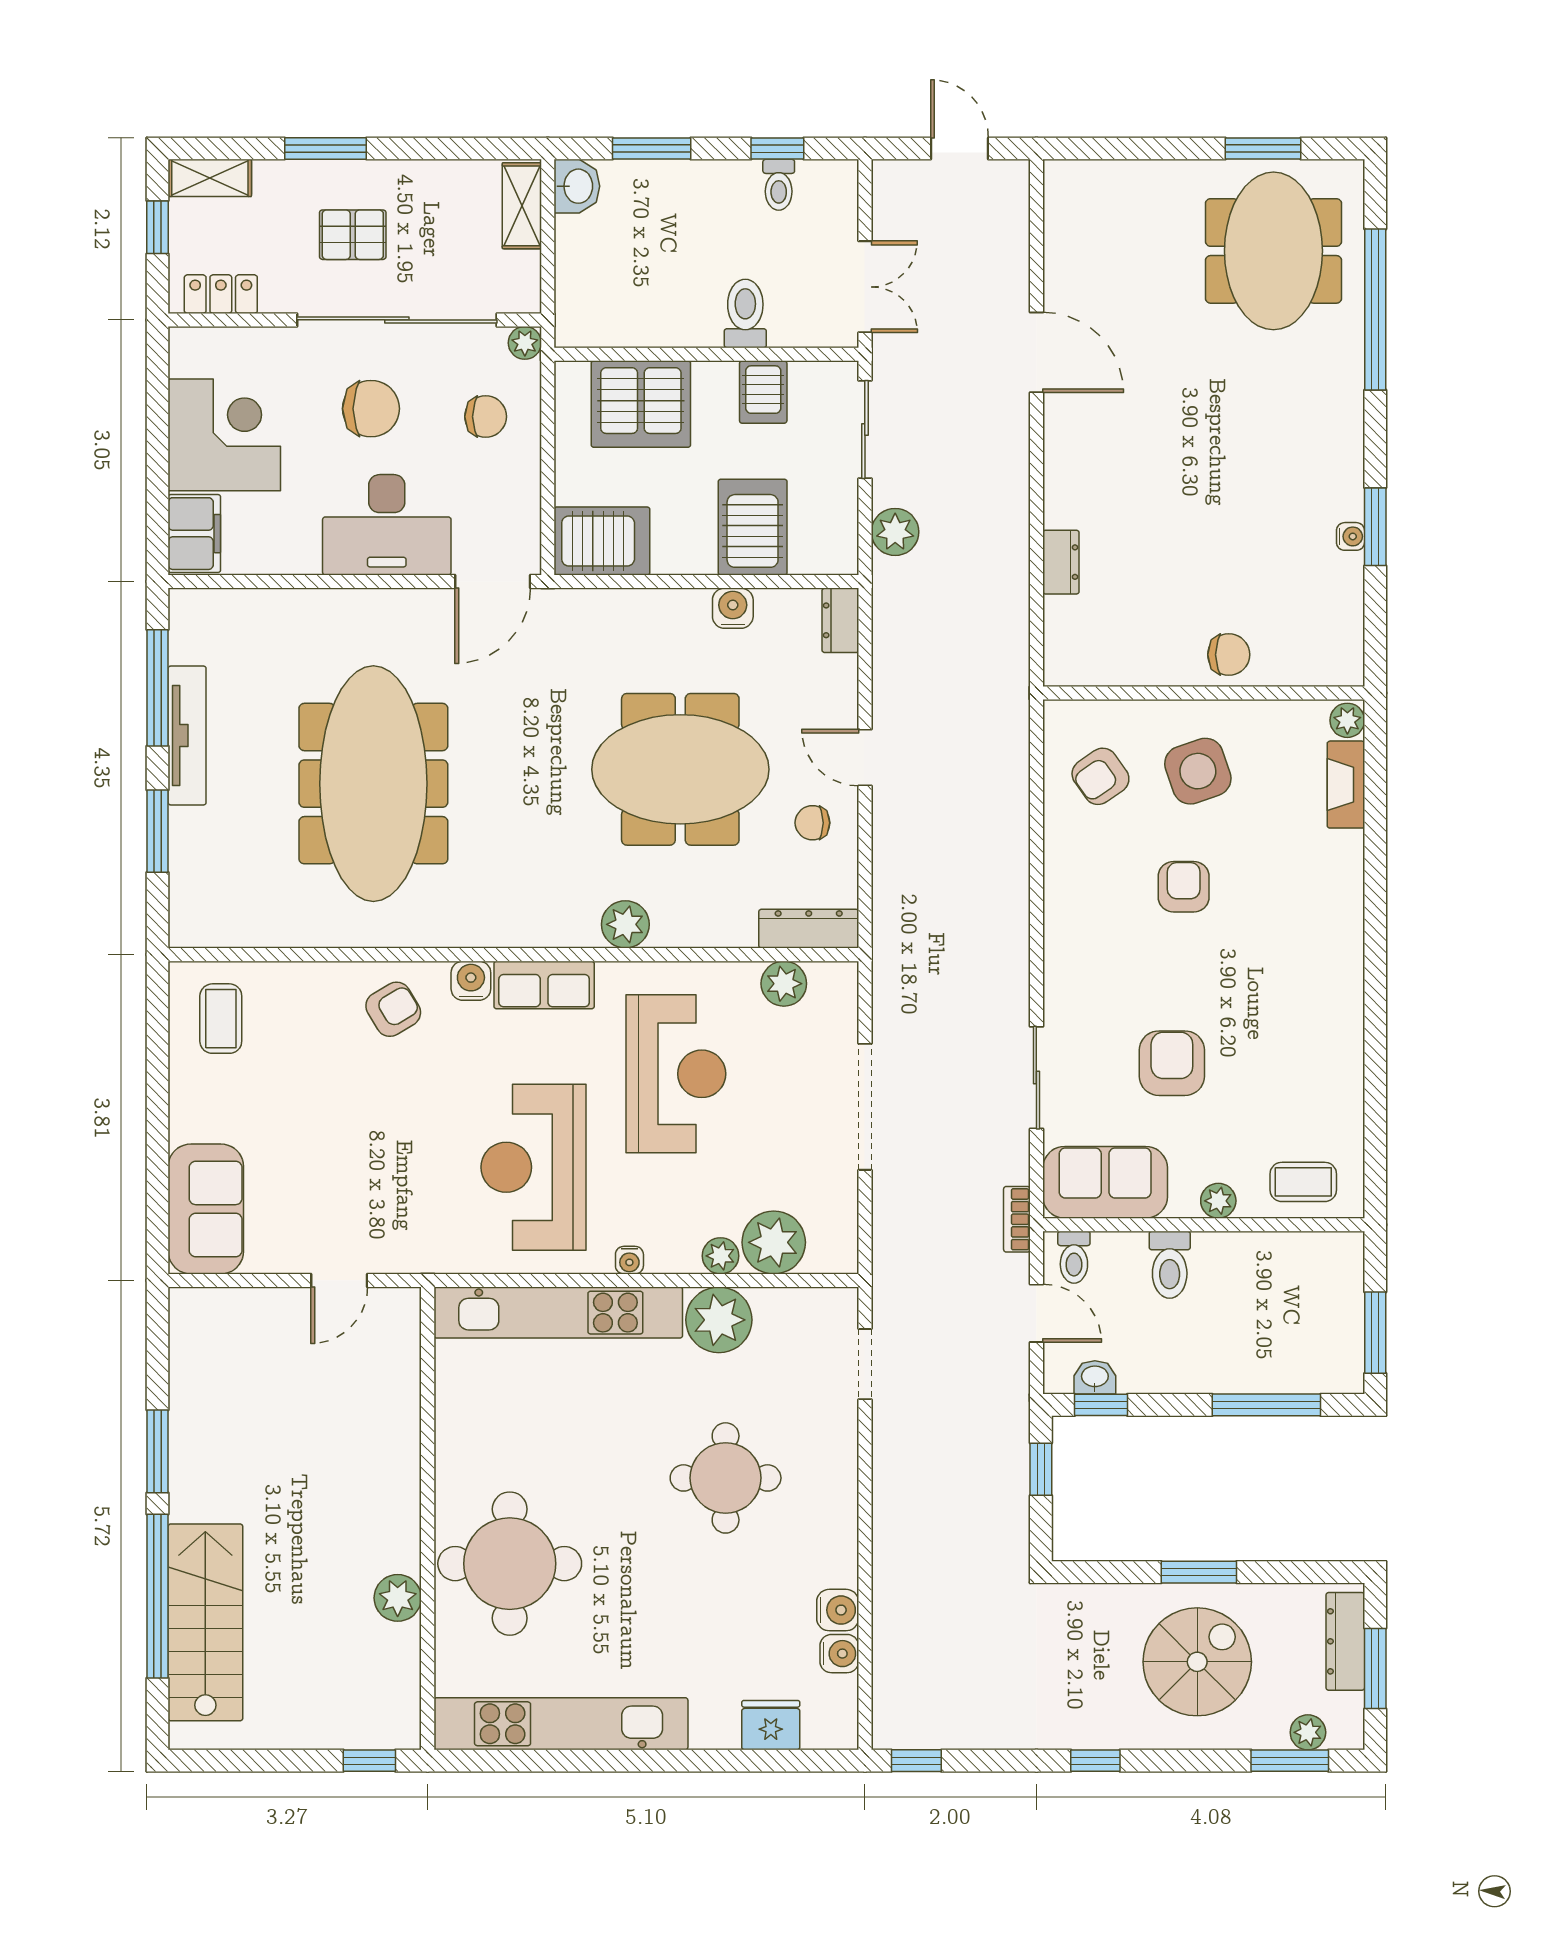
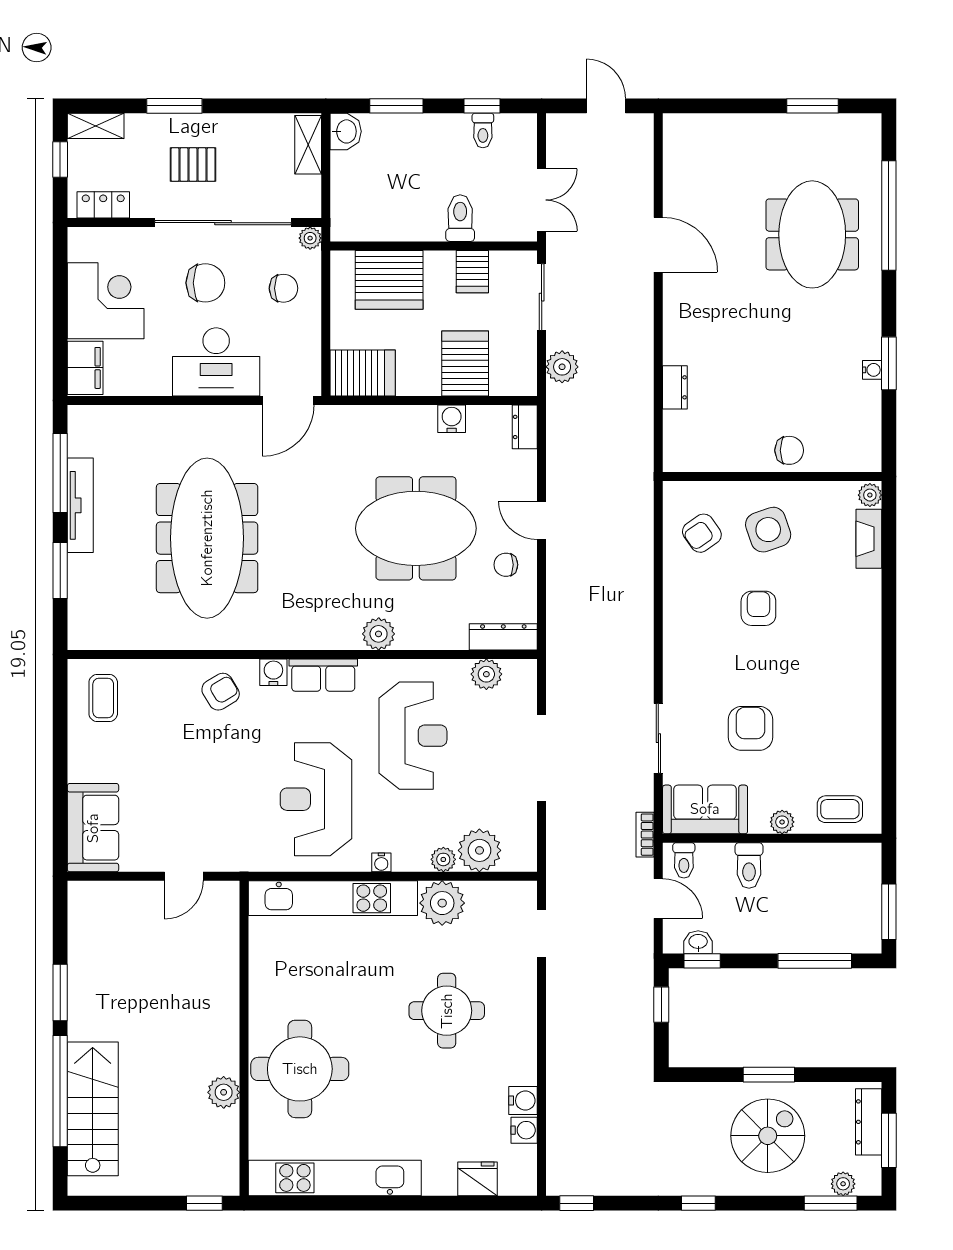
meeting table: (1273, 251) -> (812, 234), moved

